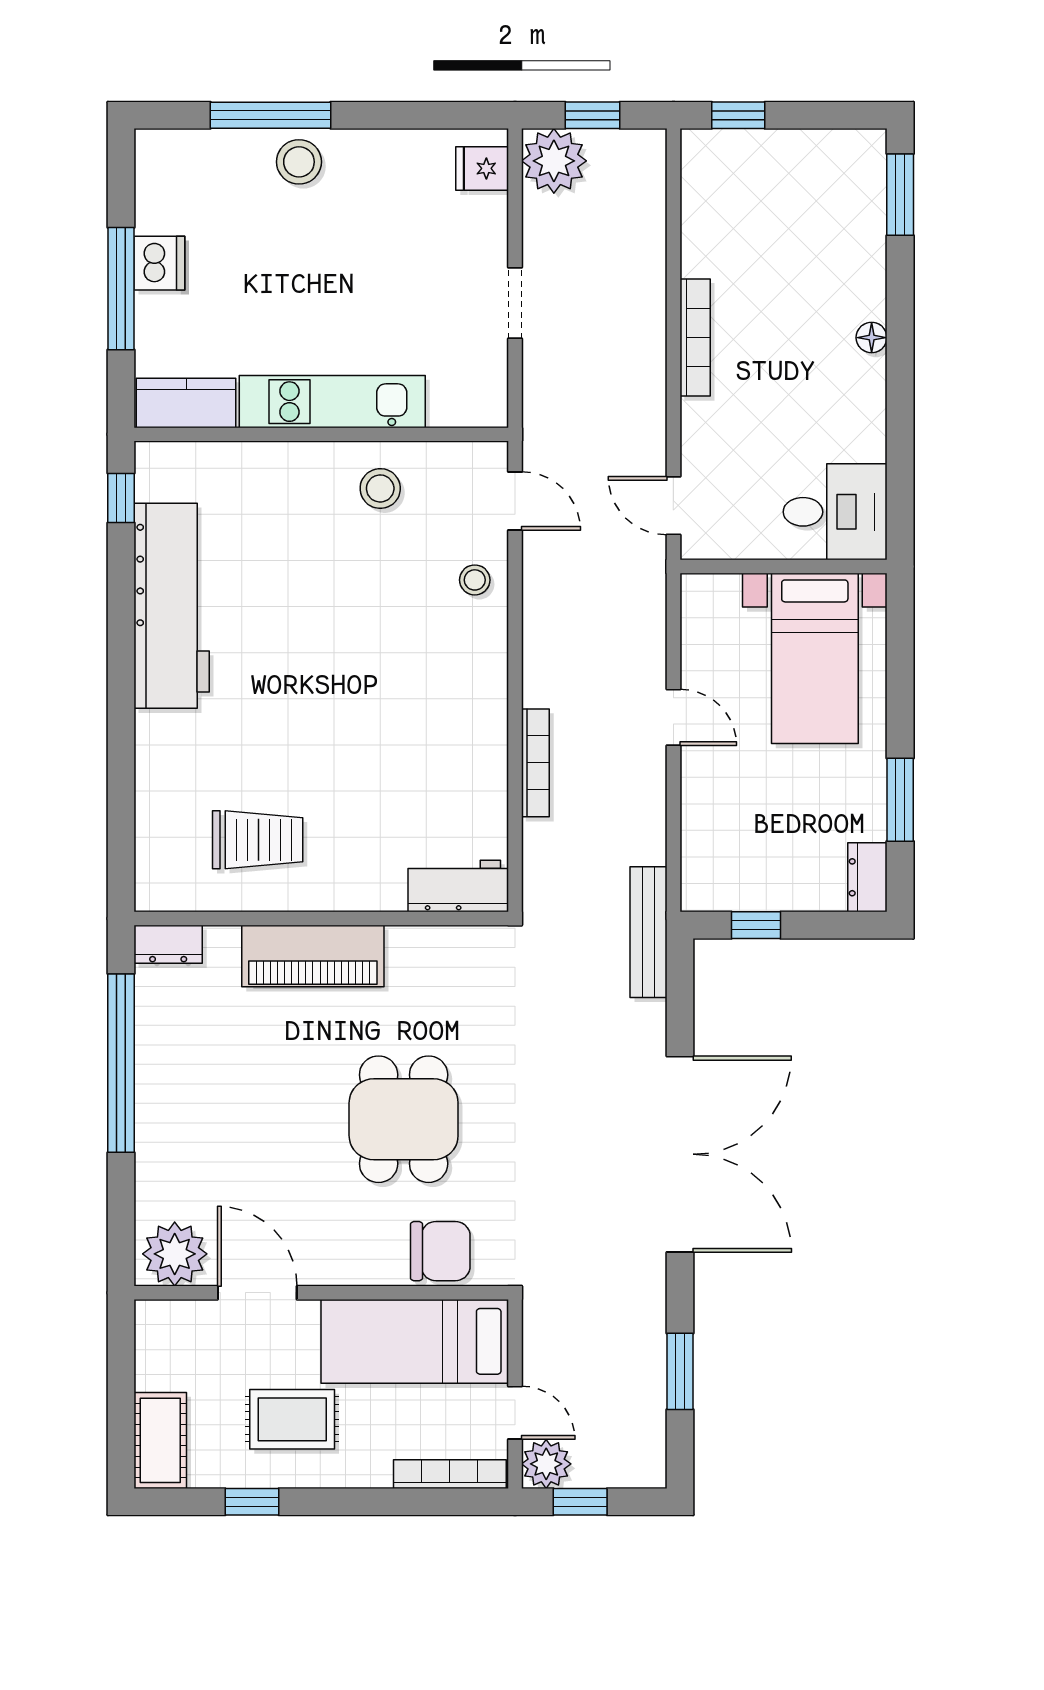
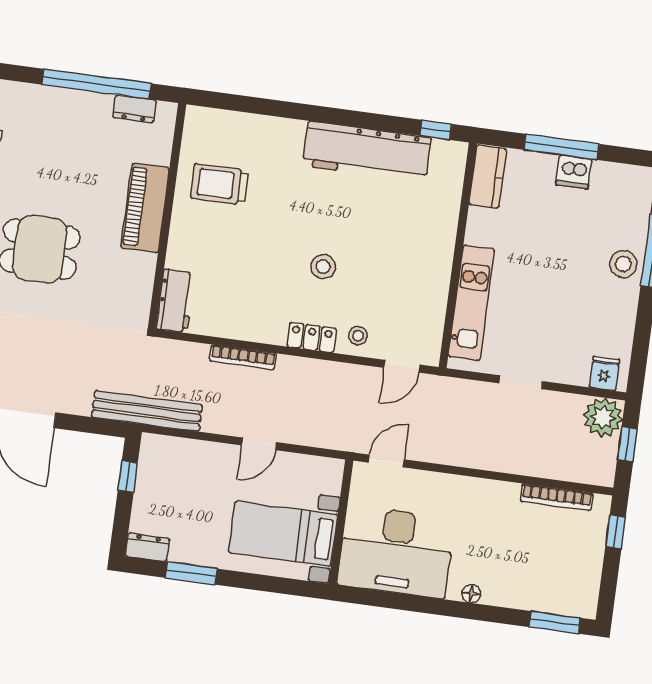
bookcase: (695, 338) -> (557, 497), moved
kitchen unit: (332, 402) -> (471, 303), moved
stool: (380, 488) -> (323, 267), moved
desk: (835, 512) -> (396, 552), width x1.87, depth x1.30
locker: (488, 655) -> (311, 337), added
trolley: (258, 840) -> (219, 184), turned 90
bench: (648, 932) -> (147, 411), width x1.37, depth x1.21
dresser: (168, 944) -> (135, 109), moved, turned -90

